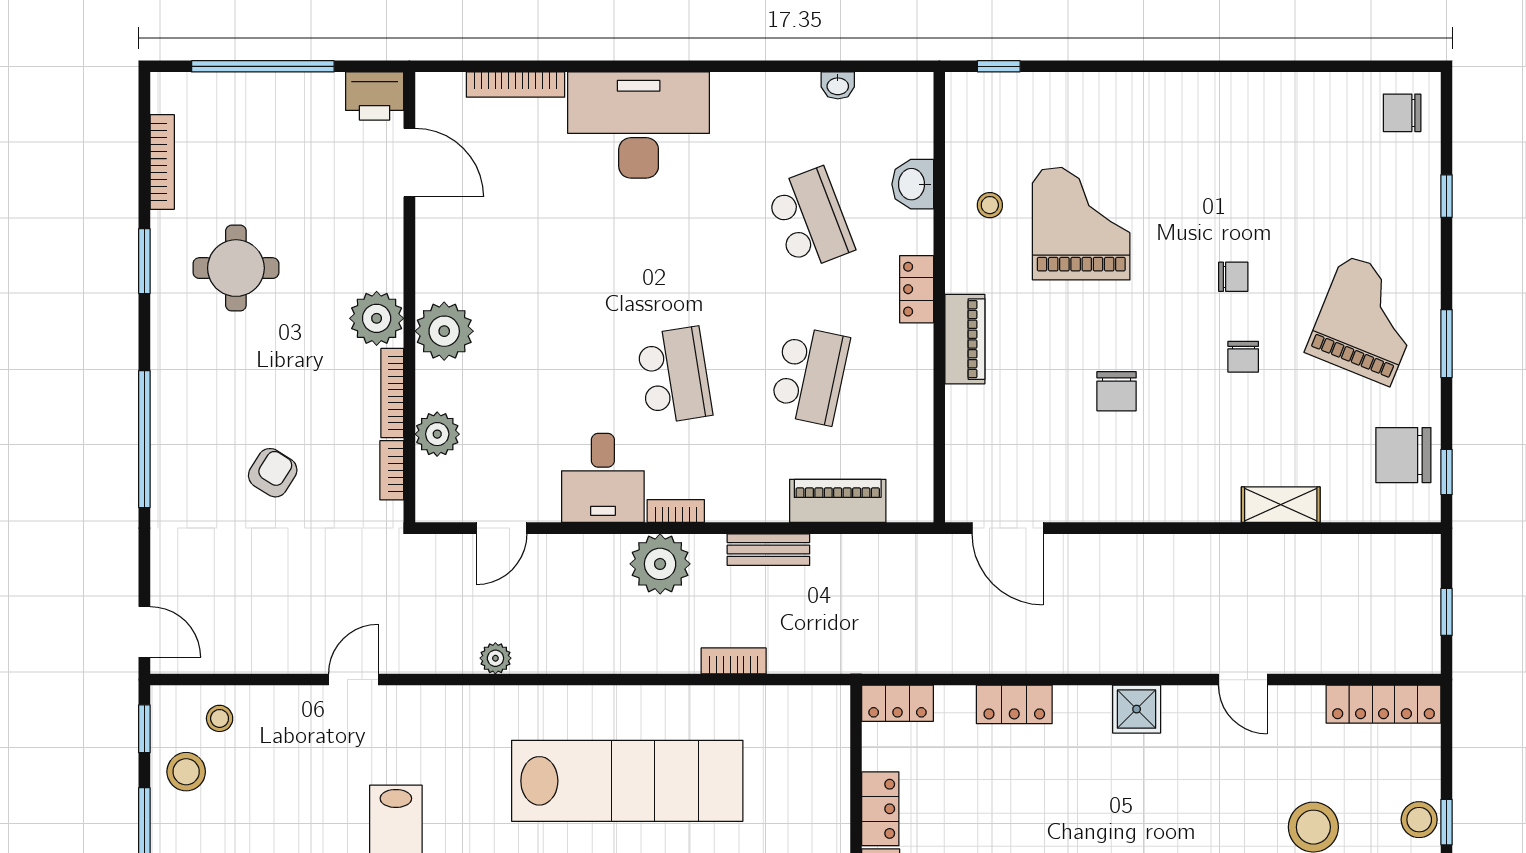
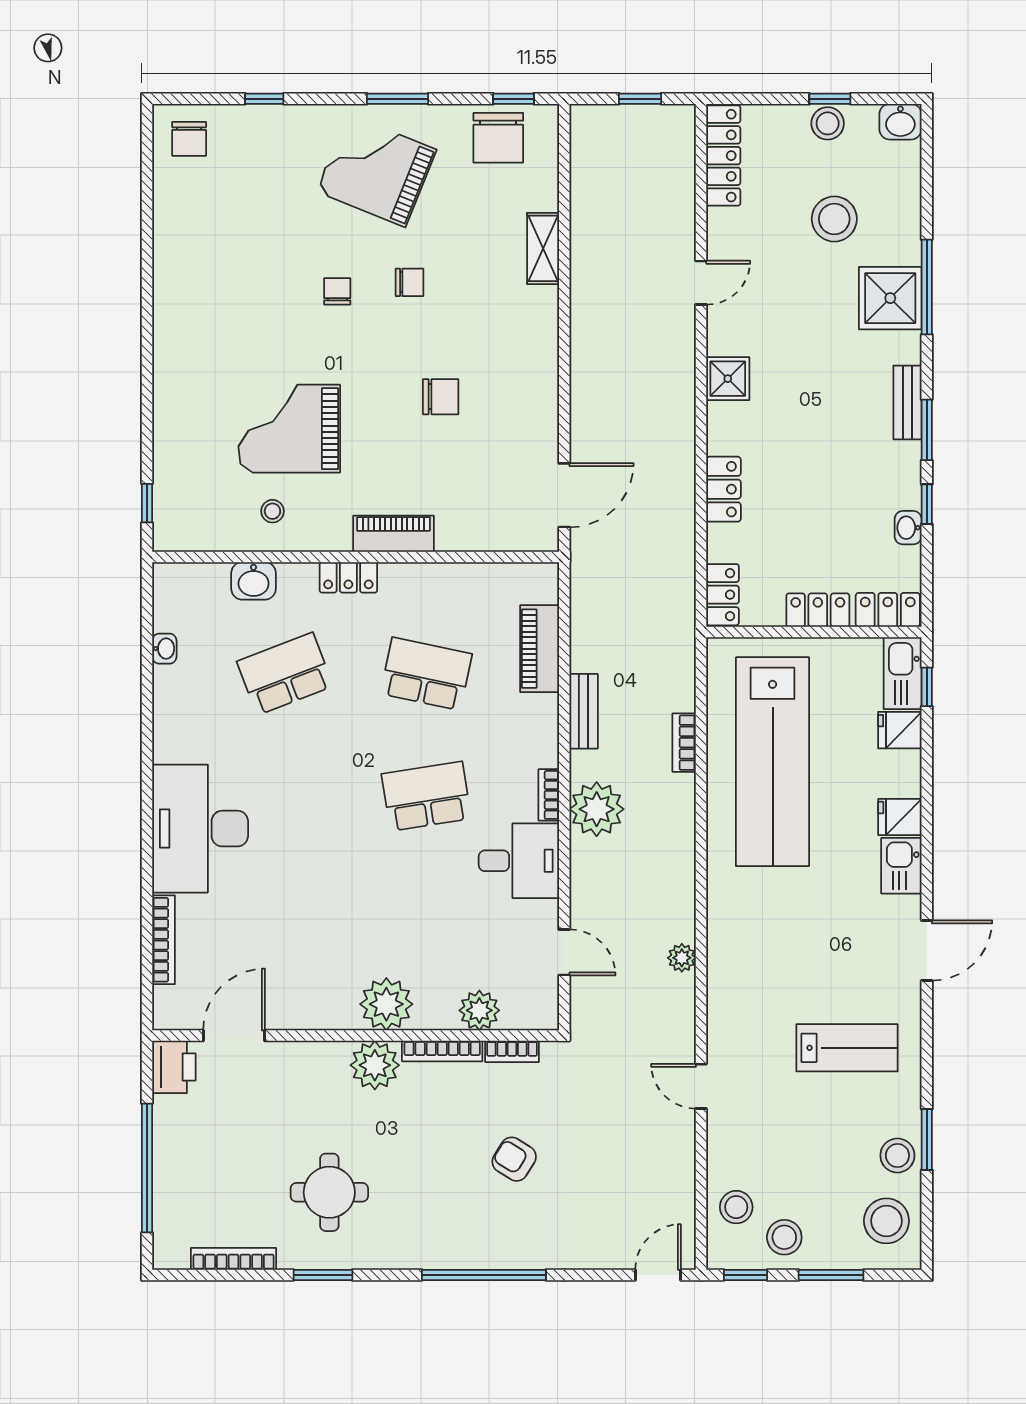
stool: (220, 718) -> (736, 1207), width x1.37, depth x1.37
lab bench: (627, 781) -> (773, 762), moved, turned 180

